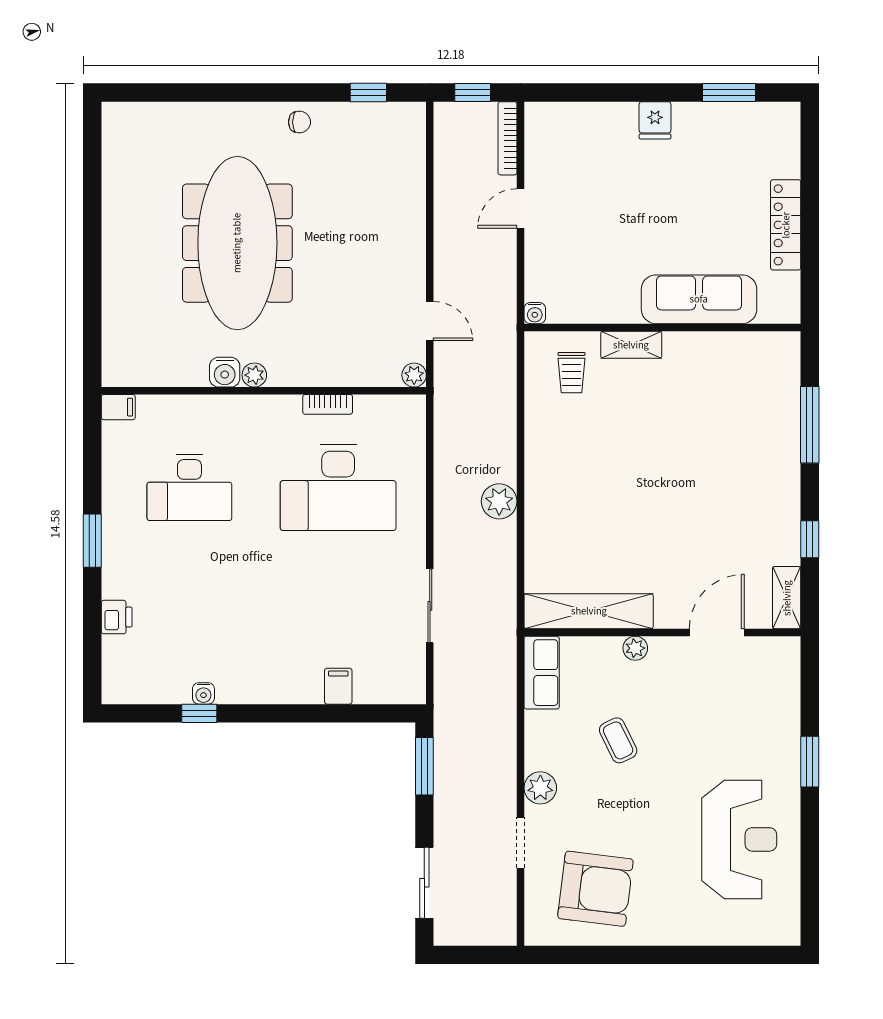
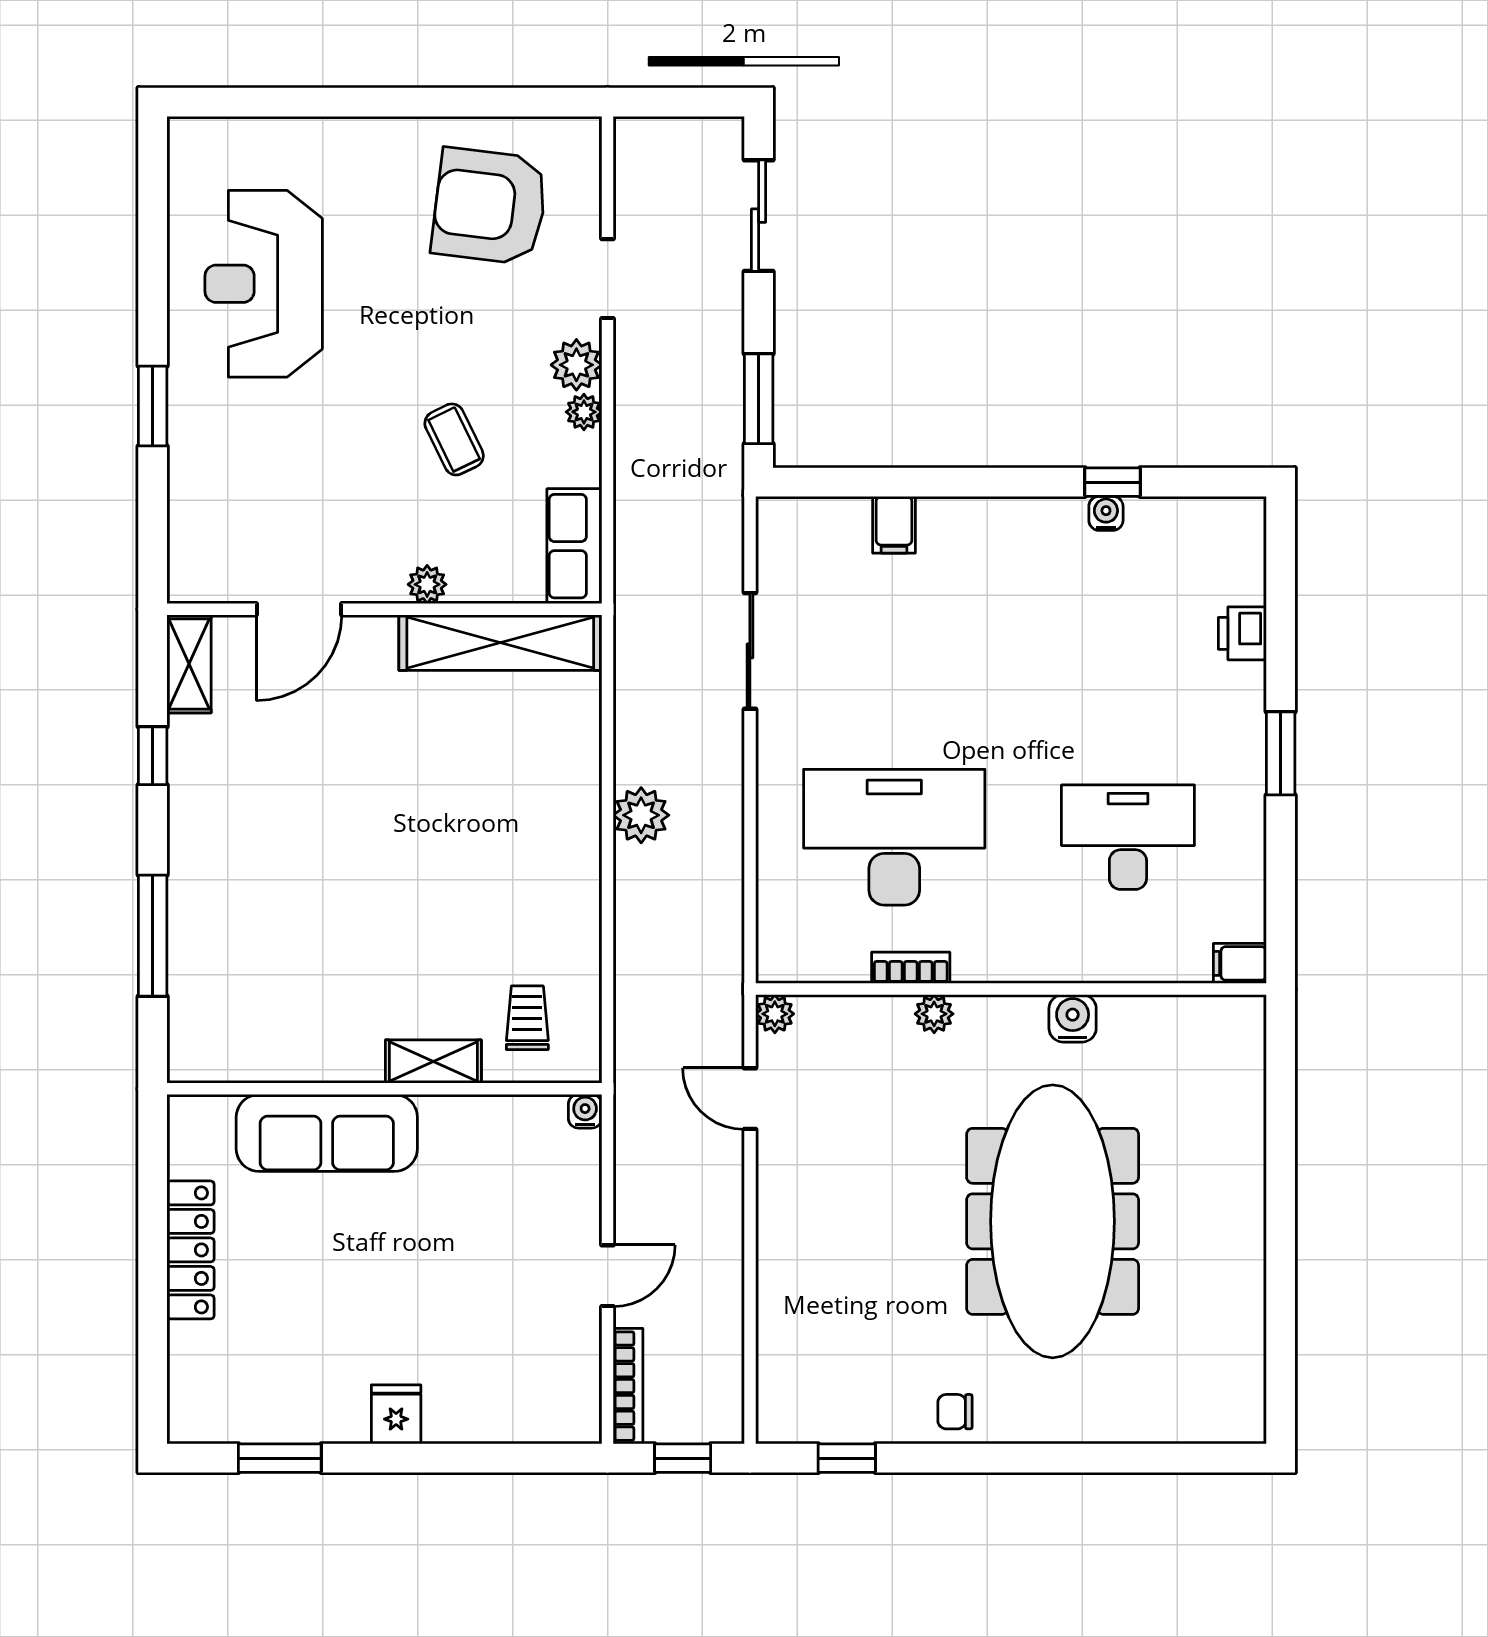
plant: (254, 375) -> (934, 1014), moved
plant: (535, 758) -> (584, 412), added

